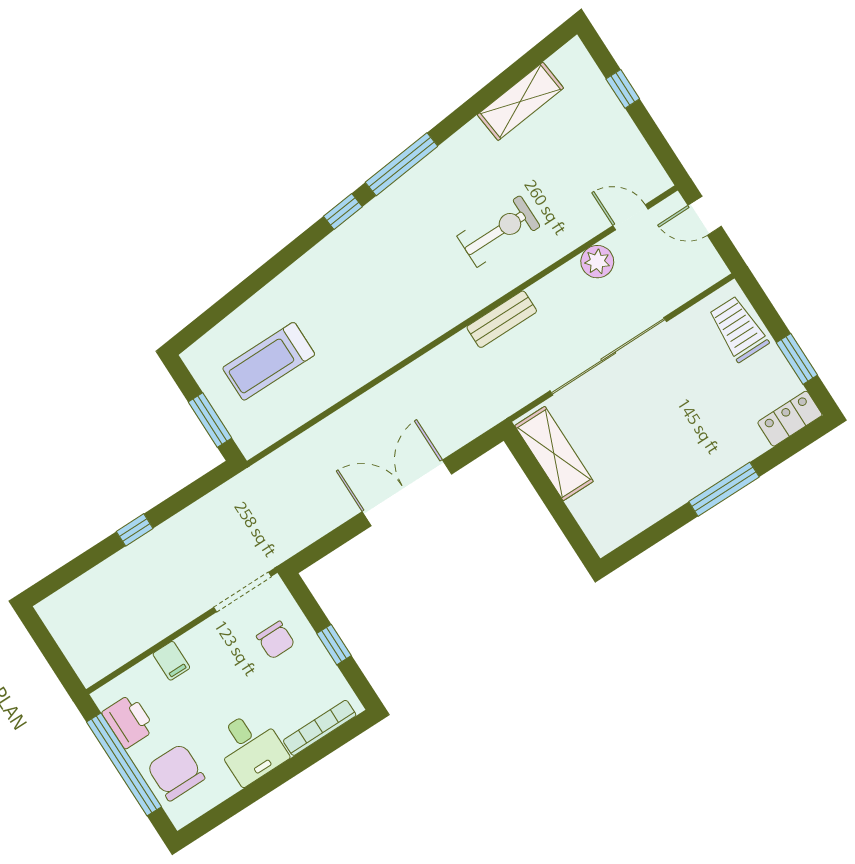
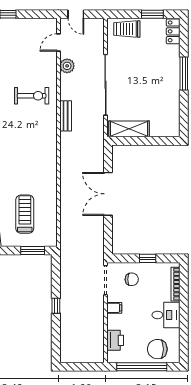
door: (705, 216) -> (76, 14), hinge flipped
exercise bike: (499, 231) -> (32, 96), turned 90
treadmill: (269, 361) -> (25, 214), turned 180
filing cabinet: (171, 661) -> (114, 308), moved
printer: (129, 721) -> (115, 340), moved, turned 90

